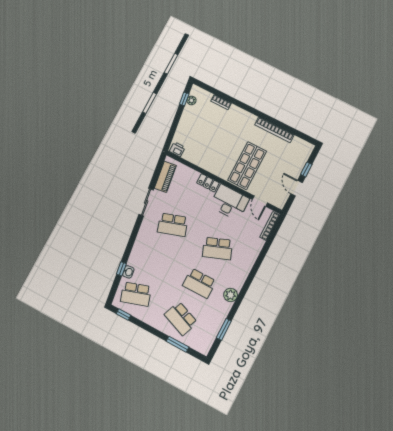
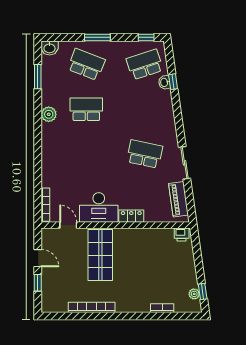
school desk: (173, 225) -> (145, 154), turned 30
school desk: (217, 248) -> (86, 154), removed
window: (177, 344) -> (97, 37), moved
washbasin: (203, 347) -> (50, 48), added

